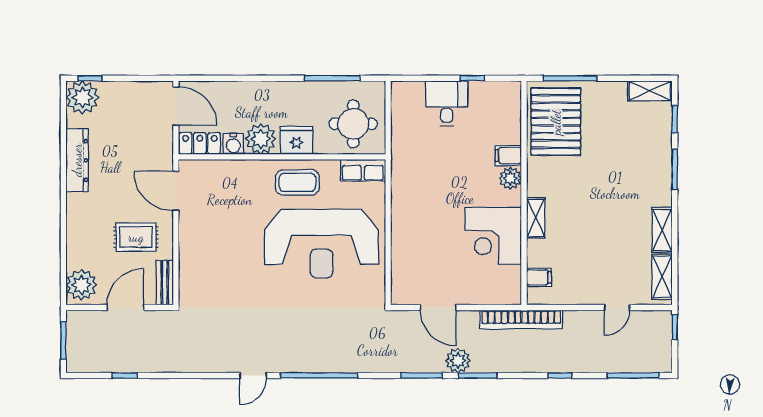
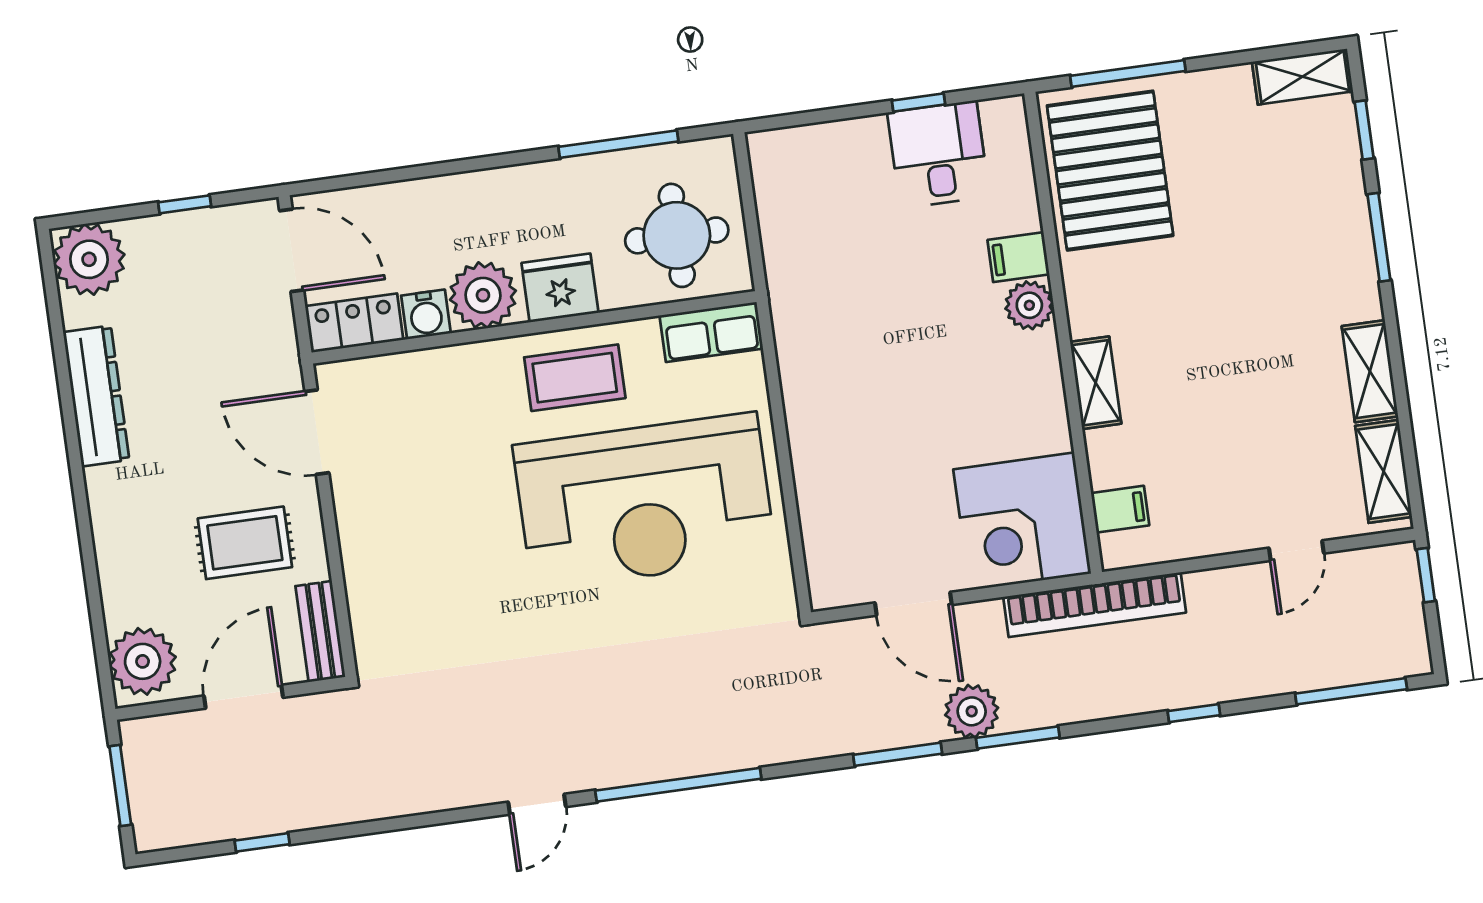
window: (90, 78) -> (185, 204), moved
desk: (447, 103) -> (938, 154), moved
corner desk: (493, 236) -> (1022, 521), moved

